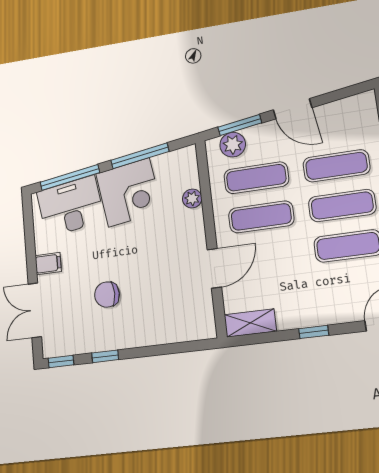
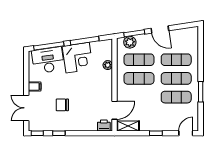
door: (214, 268) -> (114, 110), moved
printer: (198, 328) -> (104, 125), added

